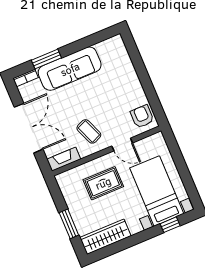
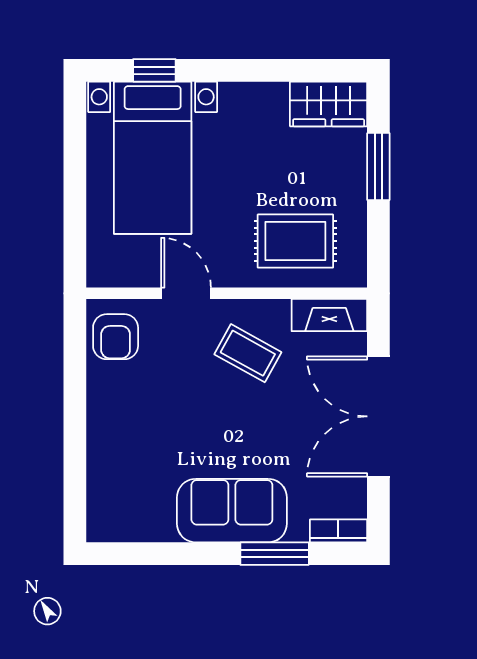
sofa: (70, 69) -> (232, 511), width x0.73
coffee table: (89, 131) -> (248, 353), turned -39
rug: (103, 183) -> (295, 241), moved
wardrobe: (105, 237) -> (329, 104), width x0.67

